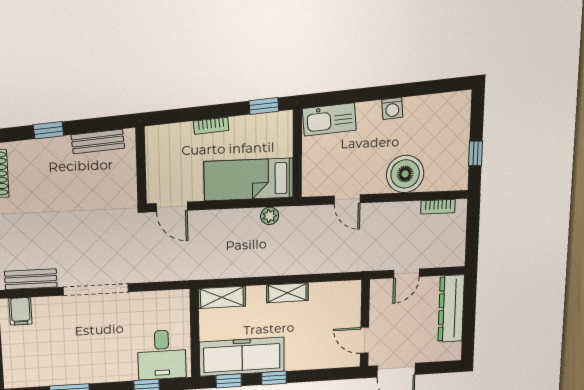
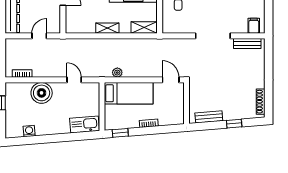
washing machine: (392, 108) -> (29, 131), moved

